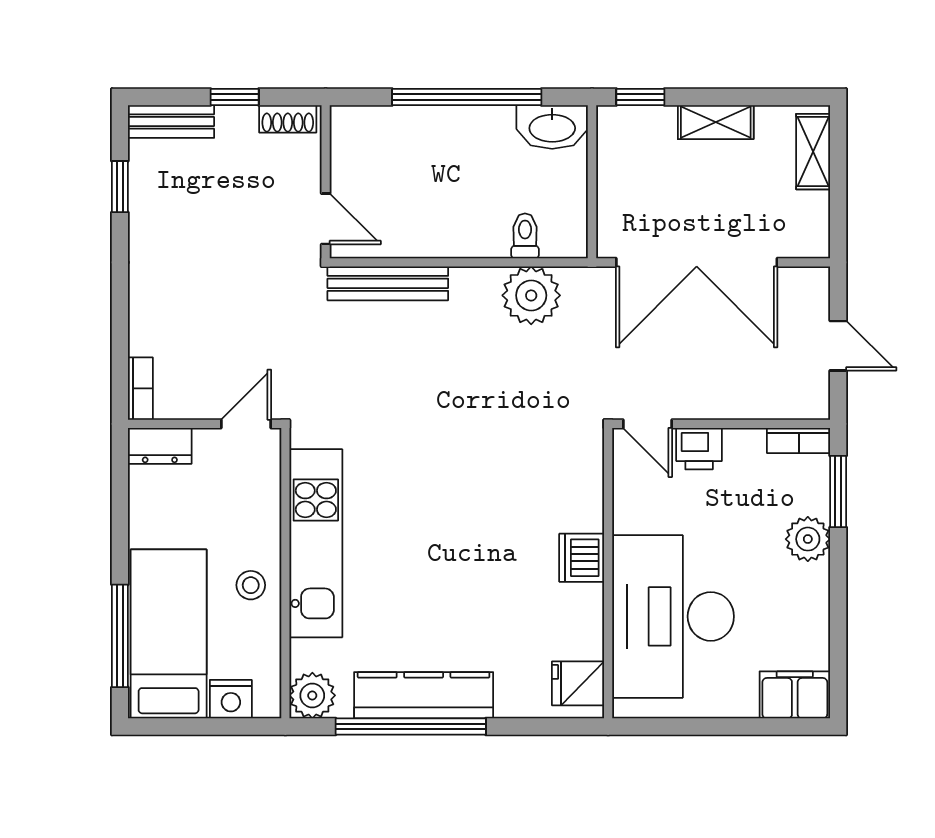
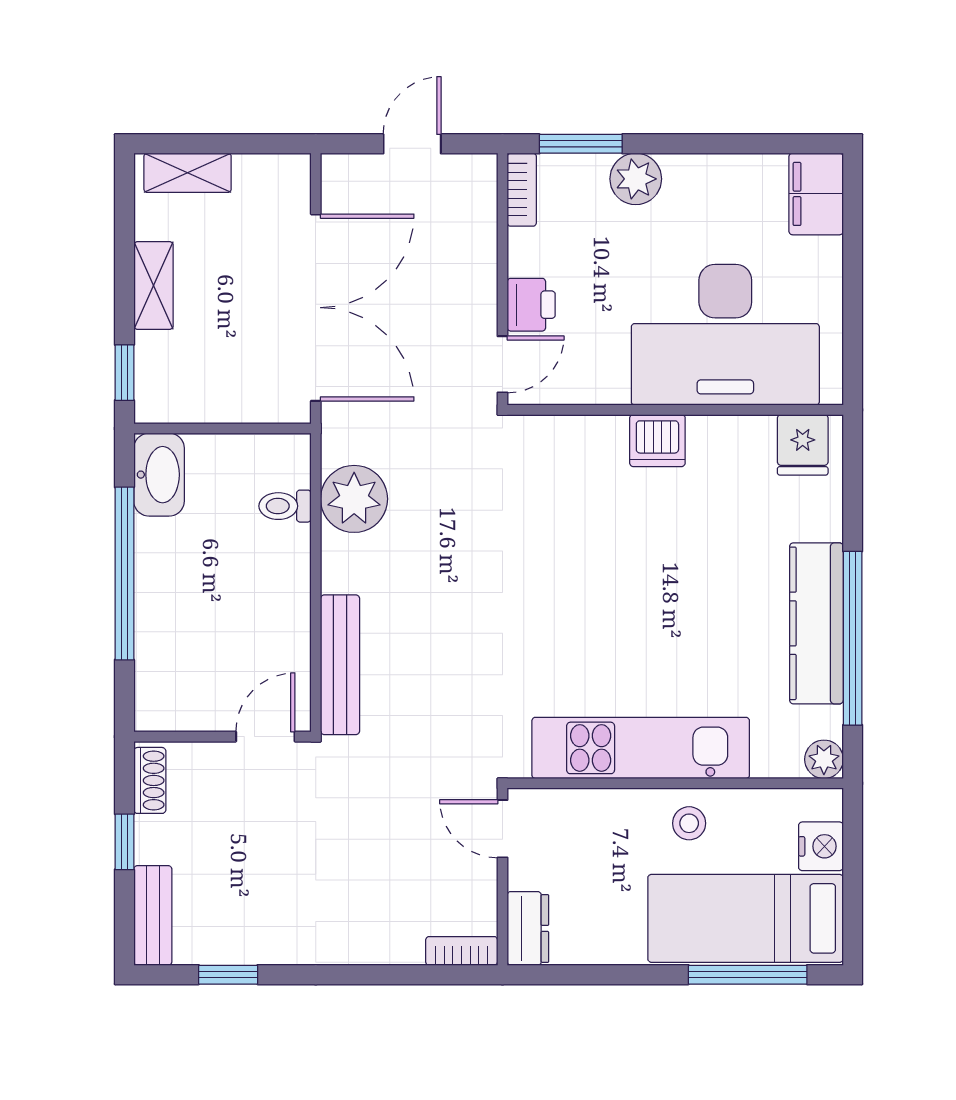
plant: (312, 695) -> (824, 759), width x0.73, depth x0.73

